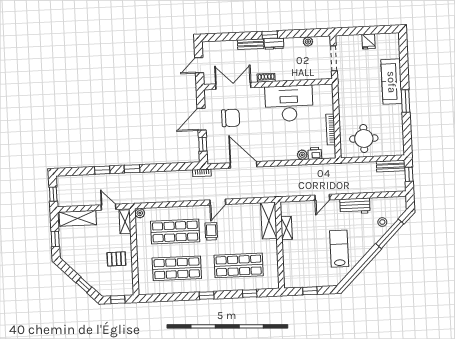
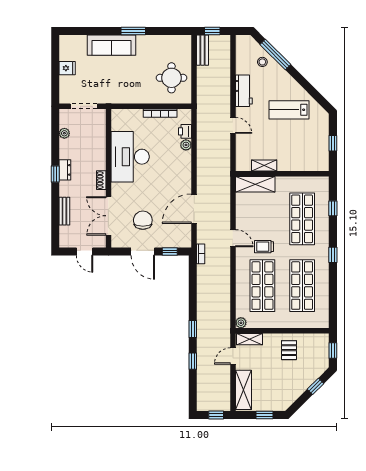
bench: (251, 44) -> (64, 211), moved

